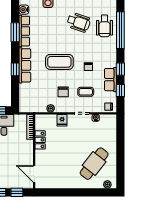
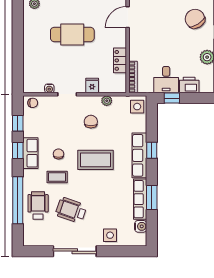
row of seats: (110, 80) -> (30, 153), moved
coffee table: (86, 92) -> (57, 177), moved
side table: (27, 104) -> (137, 107), added
cafe table: (94, 164) -> (72, 34), moved, turned 52
door: (34, 174) -> (128, 17), swing flipped

